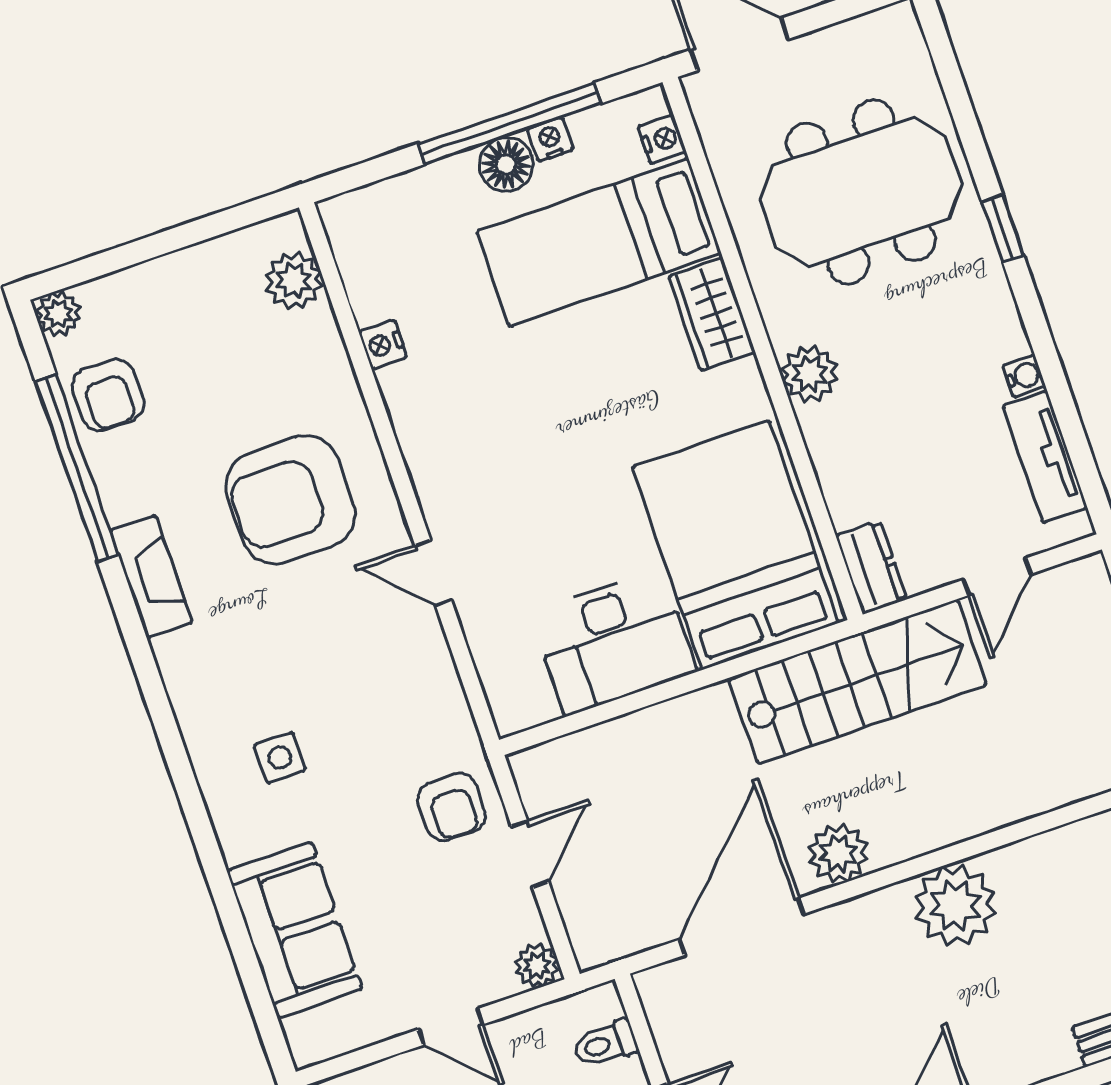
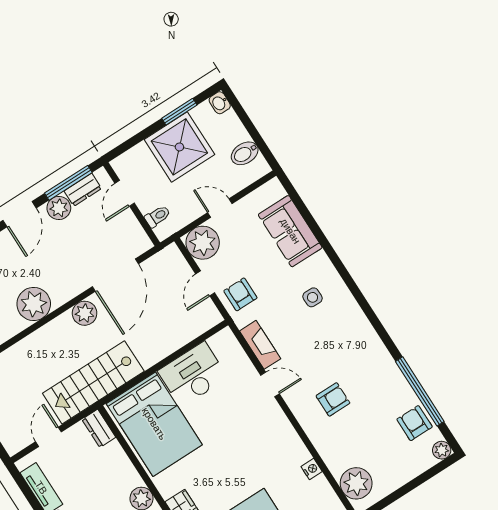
plant: (294, 281) -> (356, 483), width x1.36, depth x1.36
armchair: (290, 500) -> (333, 399), width x0.53, depth x0.53
fireplace: (151, 577) -> (260, 345), moved, turned 180
plant: (537, 966) -> (203, 243), width x1.88, depth x1.88

